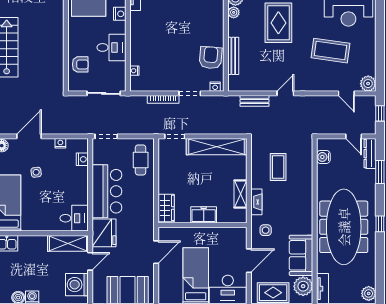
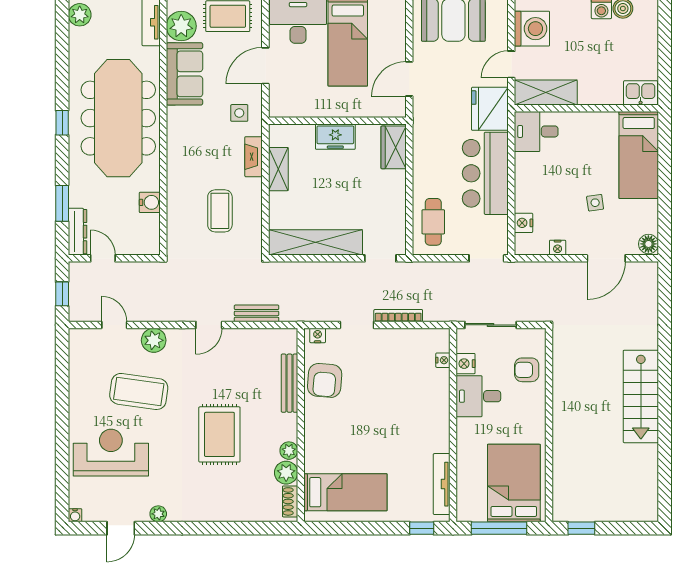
nightstand: (120, 14) -> (466, 364), moved
plant: (368, 84) -> (154, 340), moved
water cooler: (323, 157) -> (150, 202), moved

